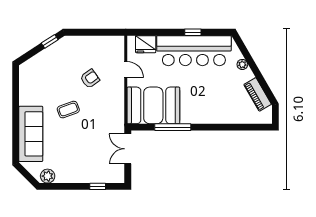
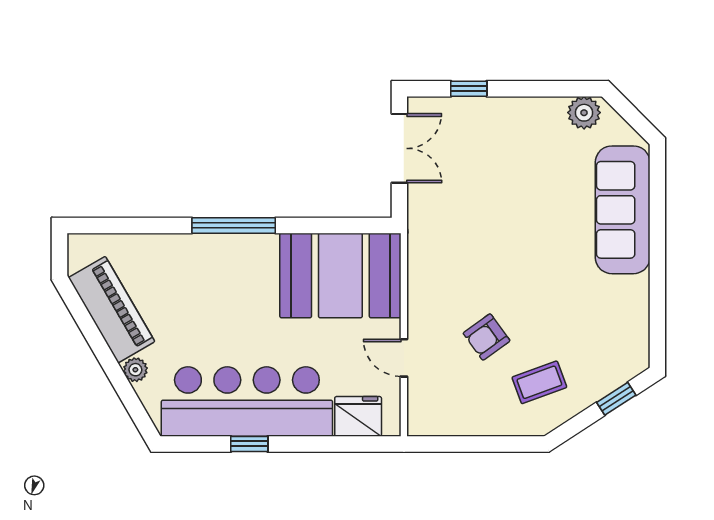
window: (50, 41) -> (616, 399), moved
piano: (258, 94) -> (112, 310), width x1.37, depth x1.33
coffee table: (68, 110) -> (539, 382), moved
window: (173, 127) -> (234, 225), moved
double door: (128, 149) -> (399, 148), moved

